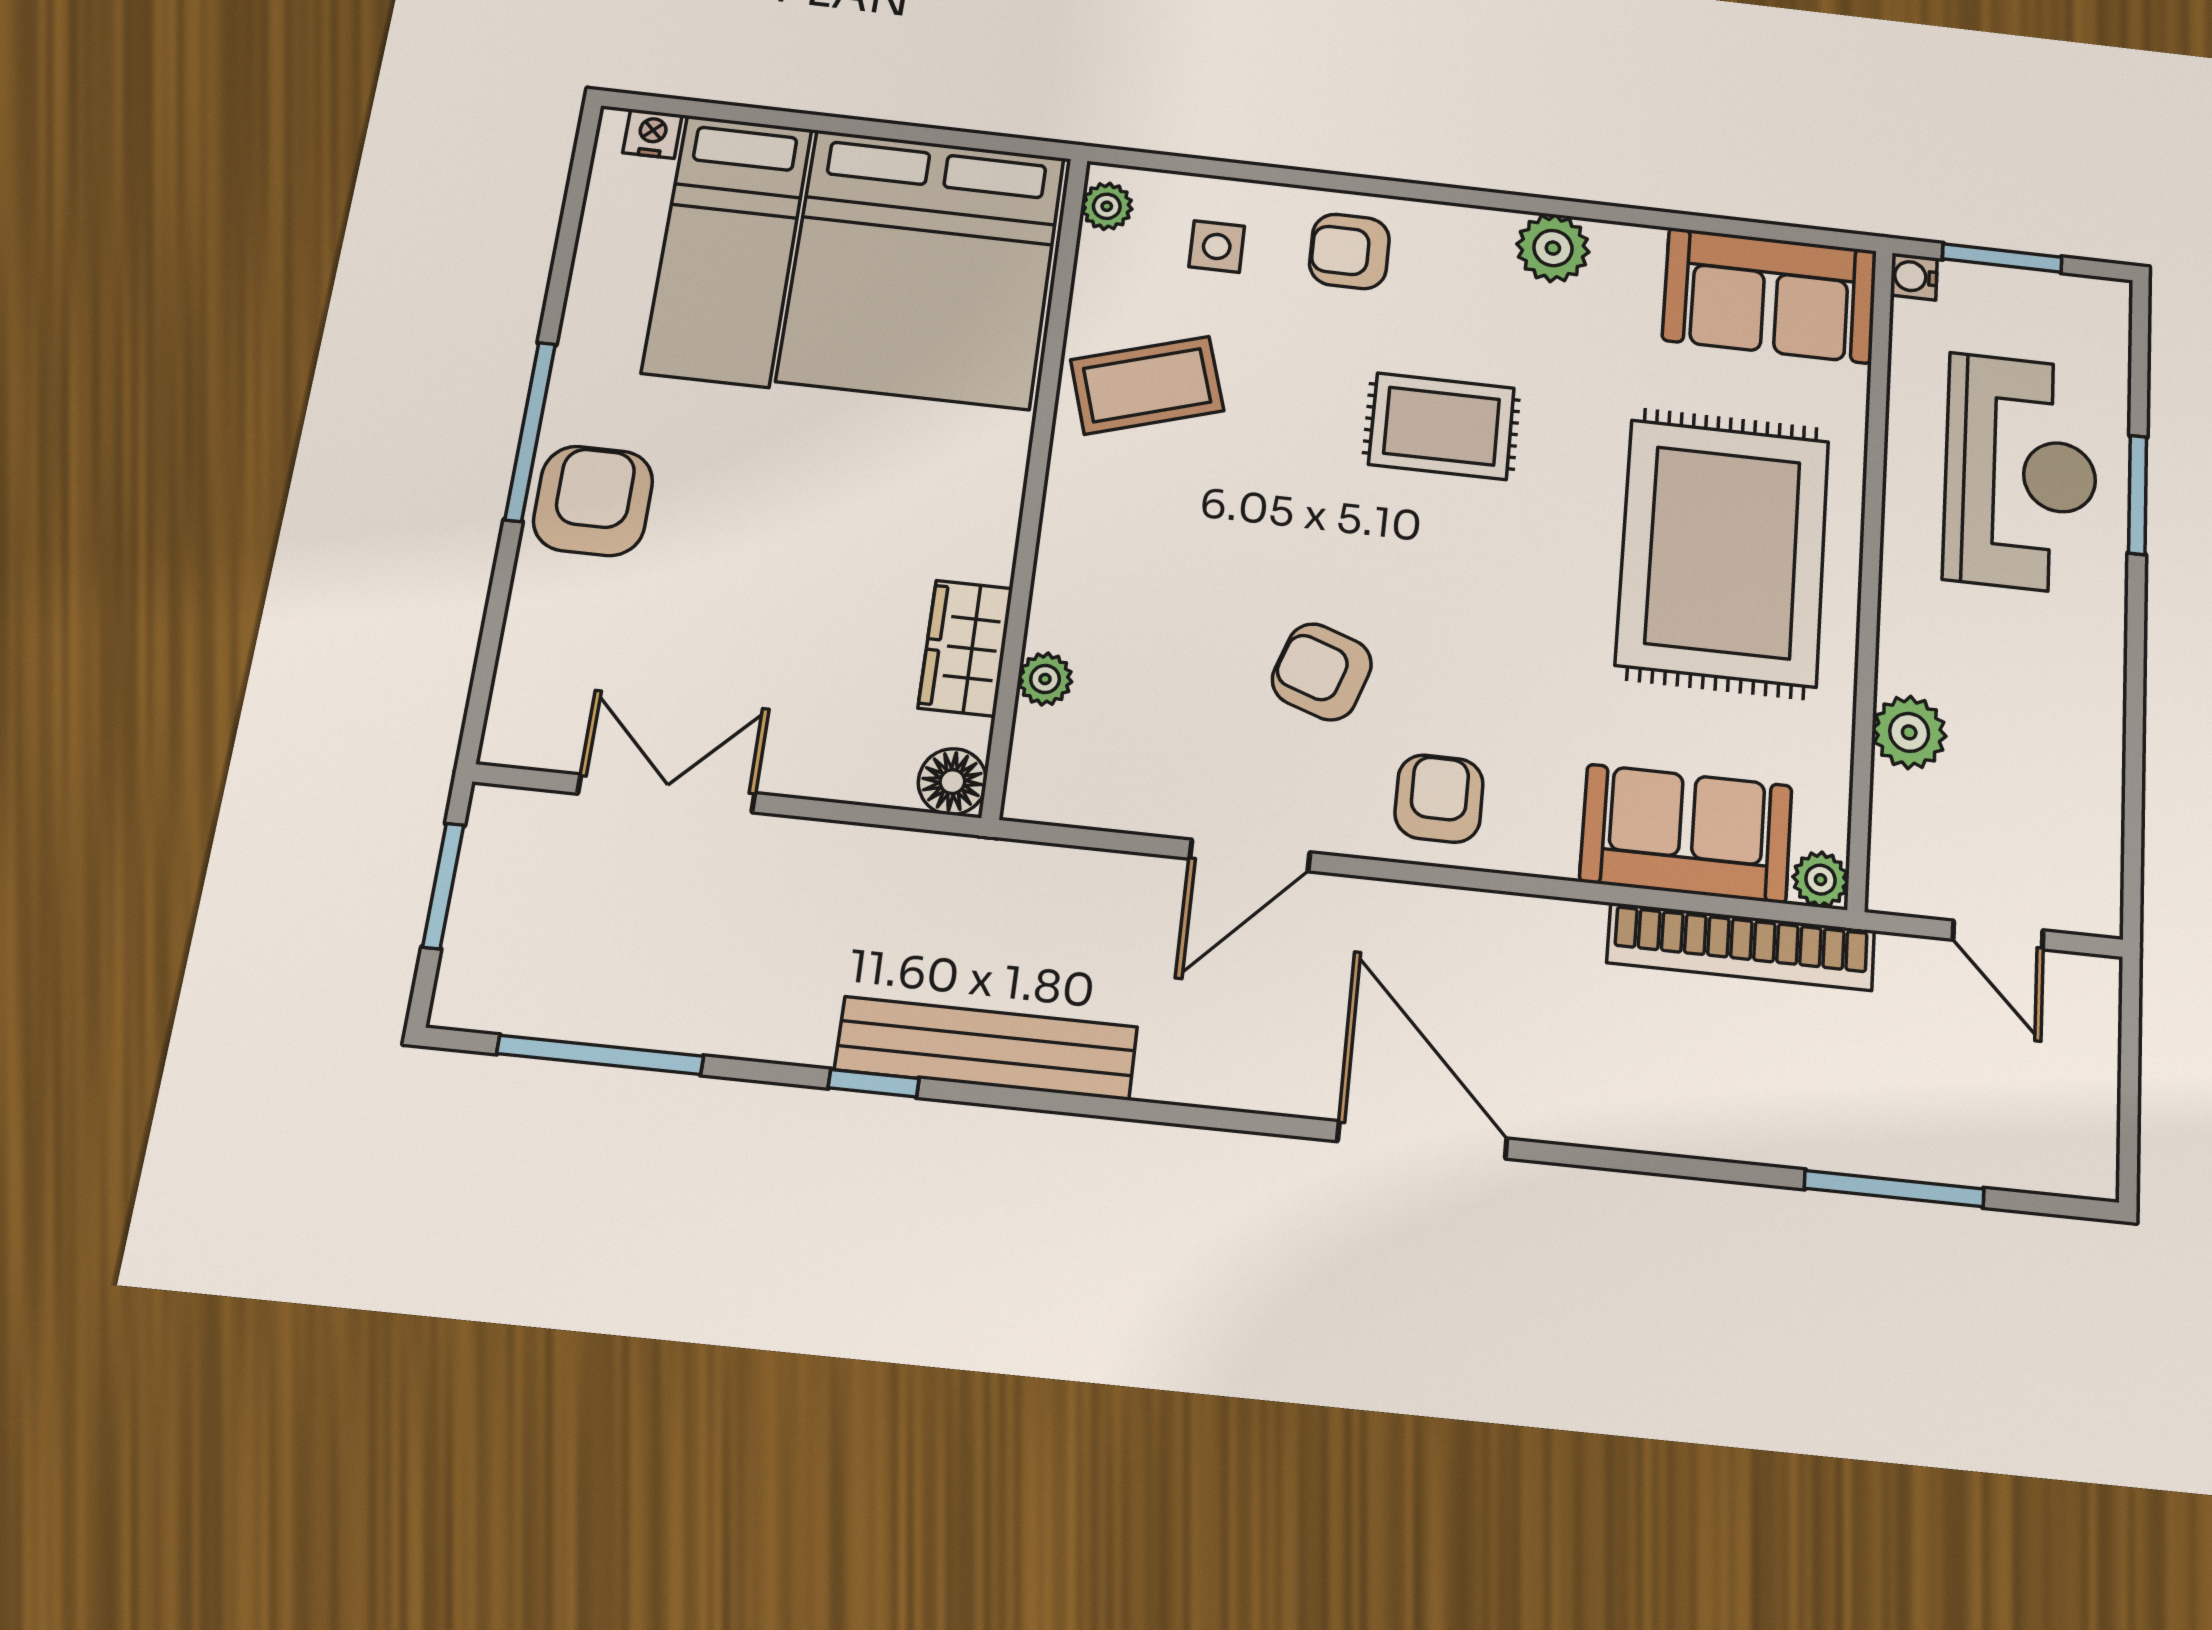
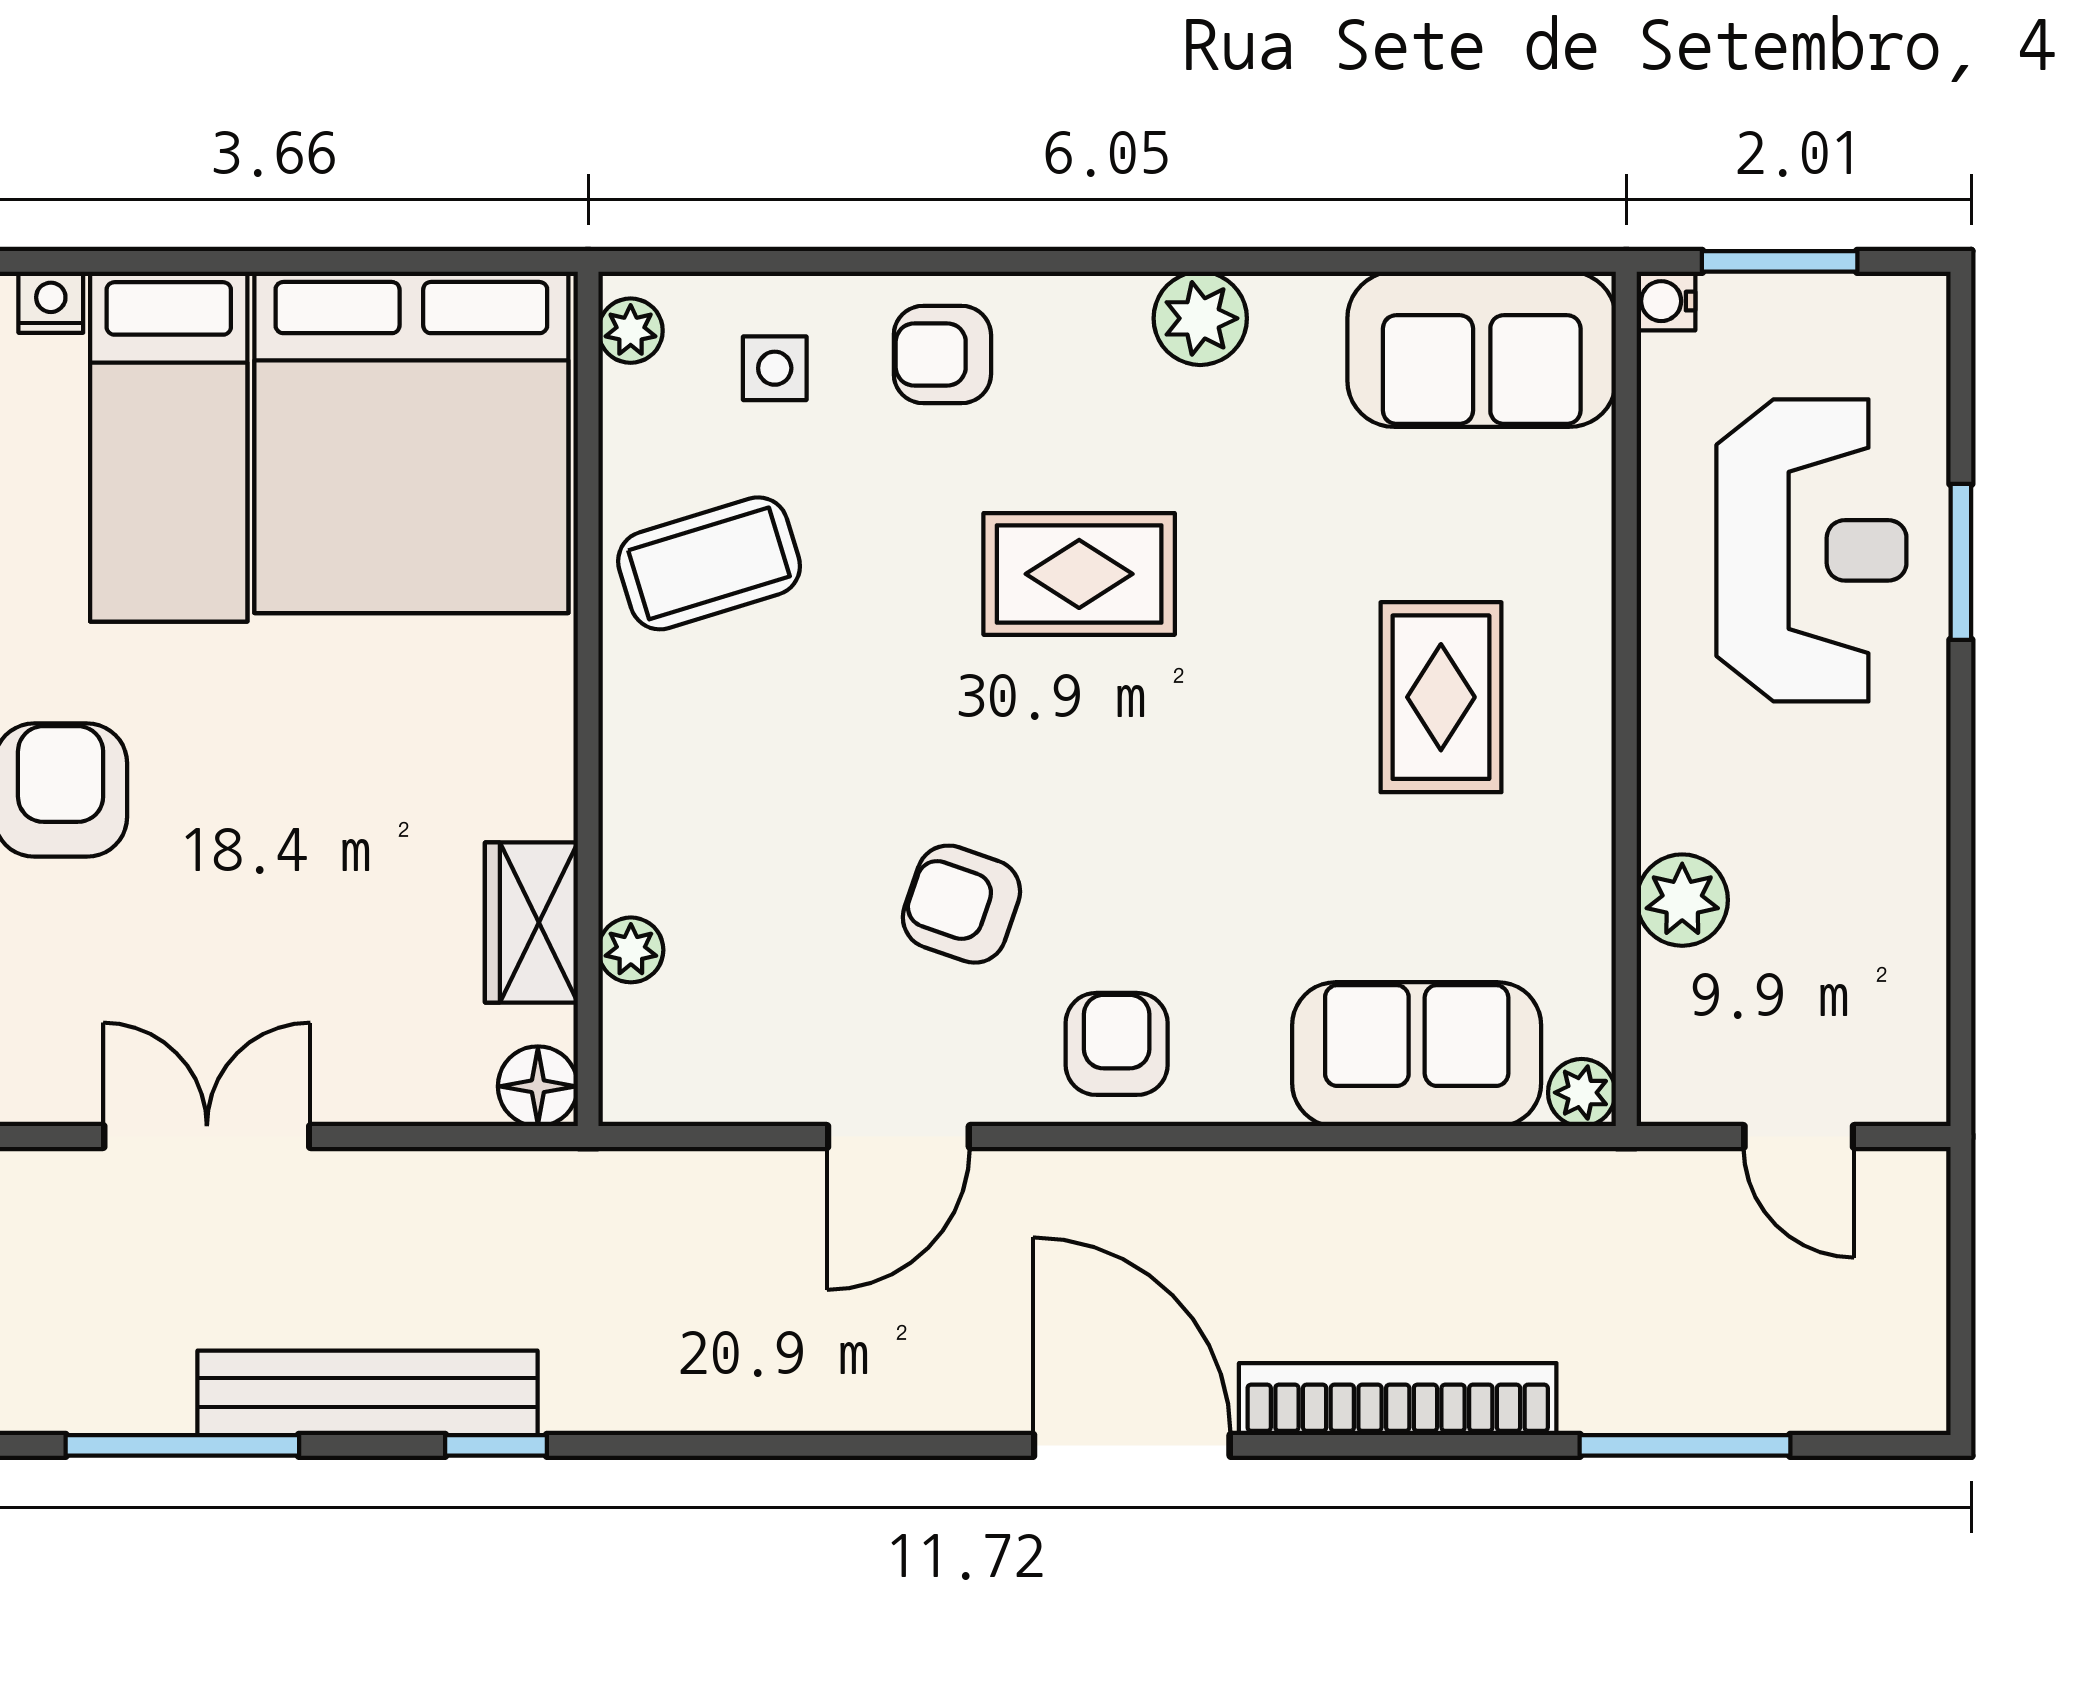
rug: (1723, 552) -> (1441, 697), width x0.54, depth x0.49
bookcase: (1741, 947) -> (1398, 1399), moved, turned 180
bench: (987, 1048) -> (367, 1393), moved

